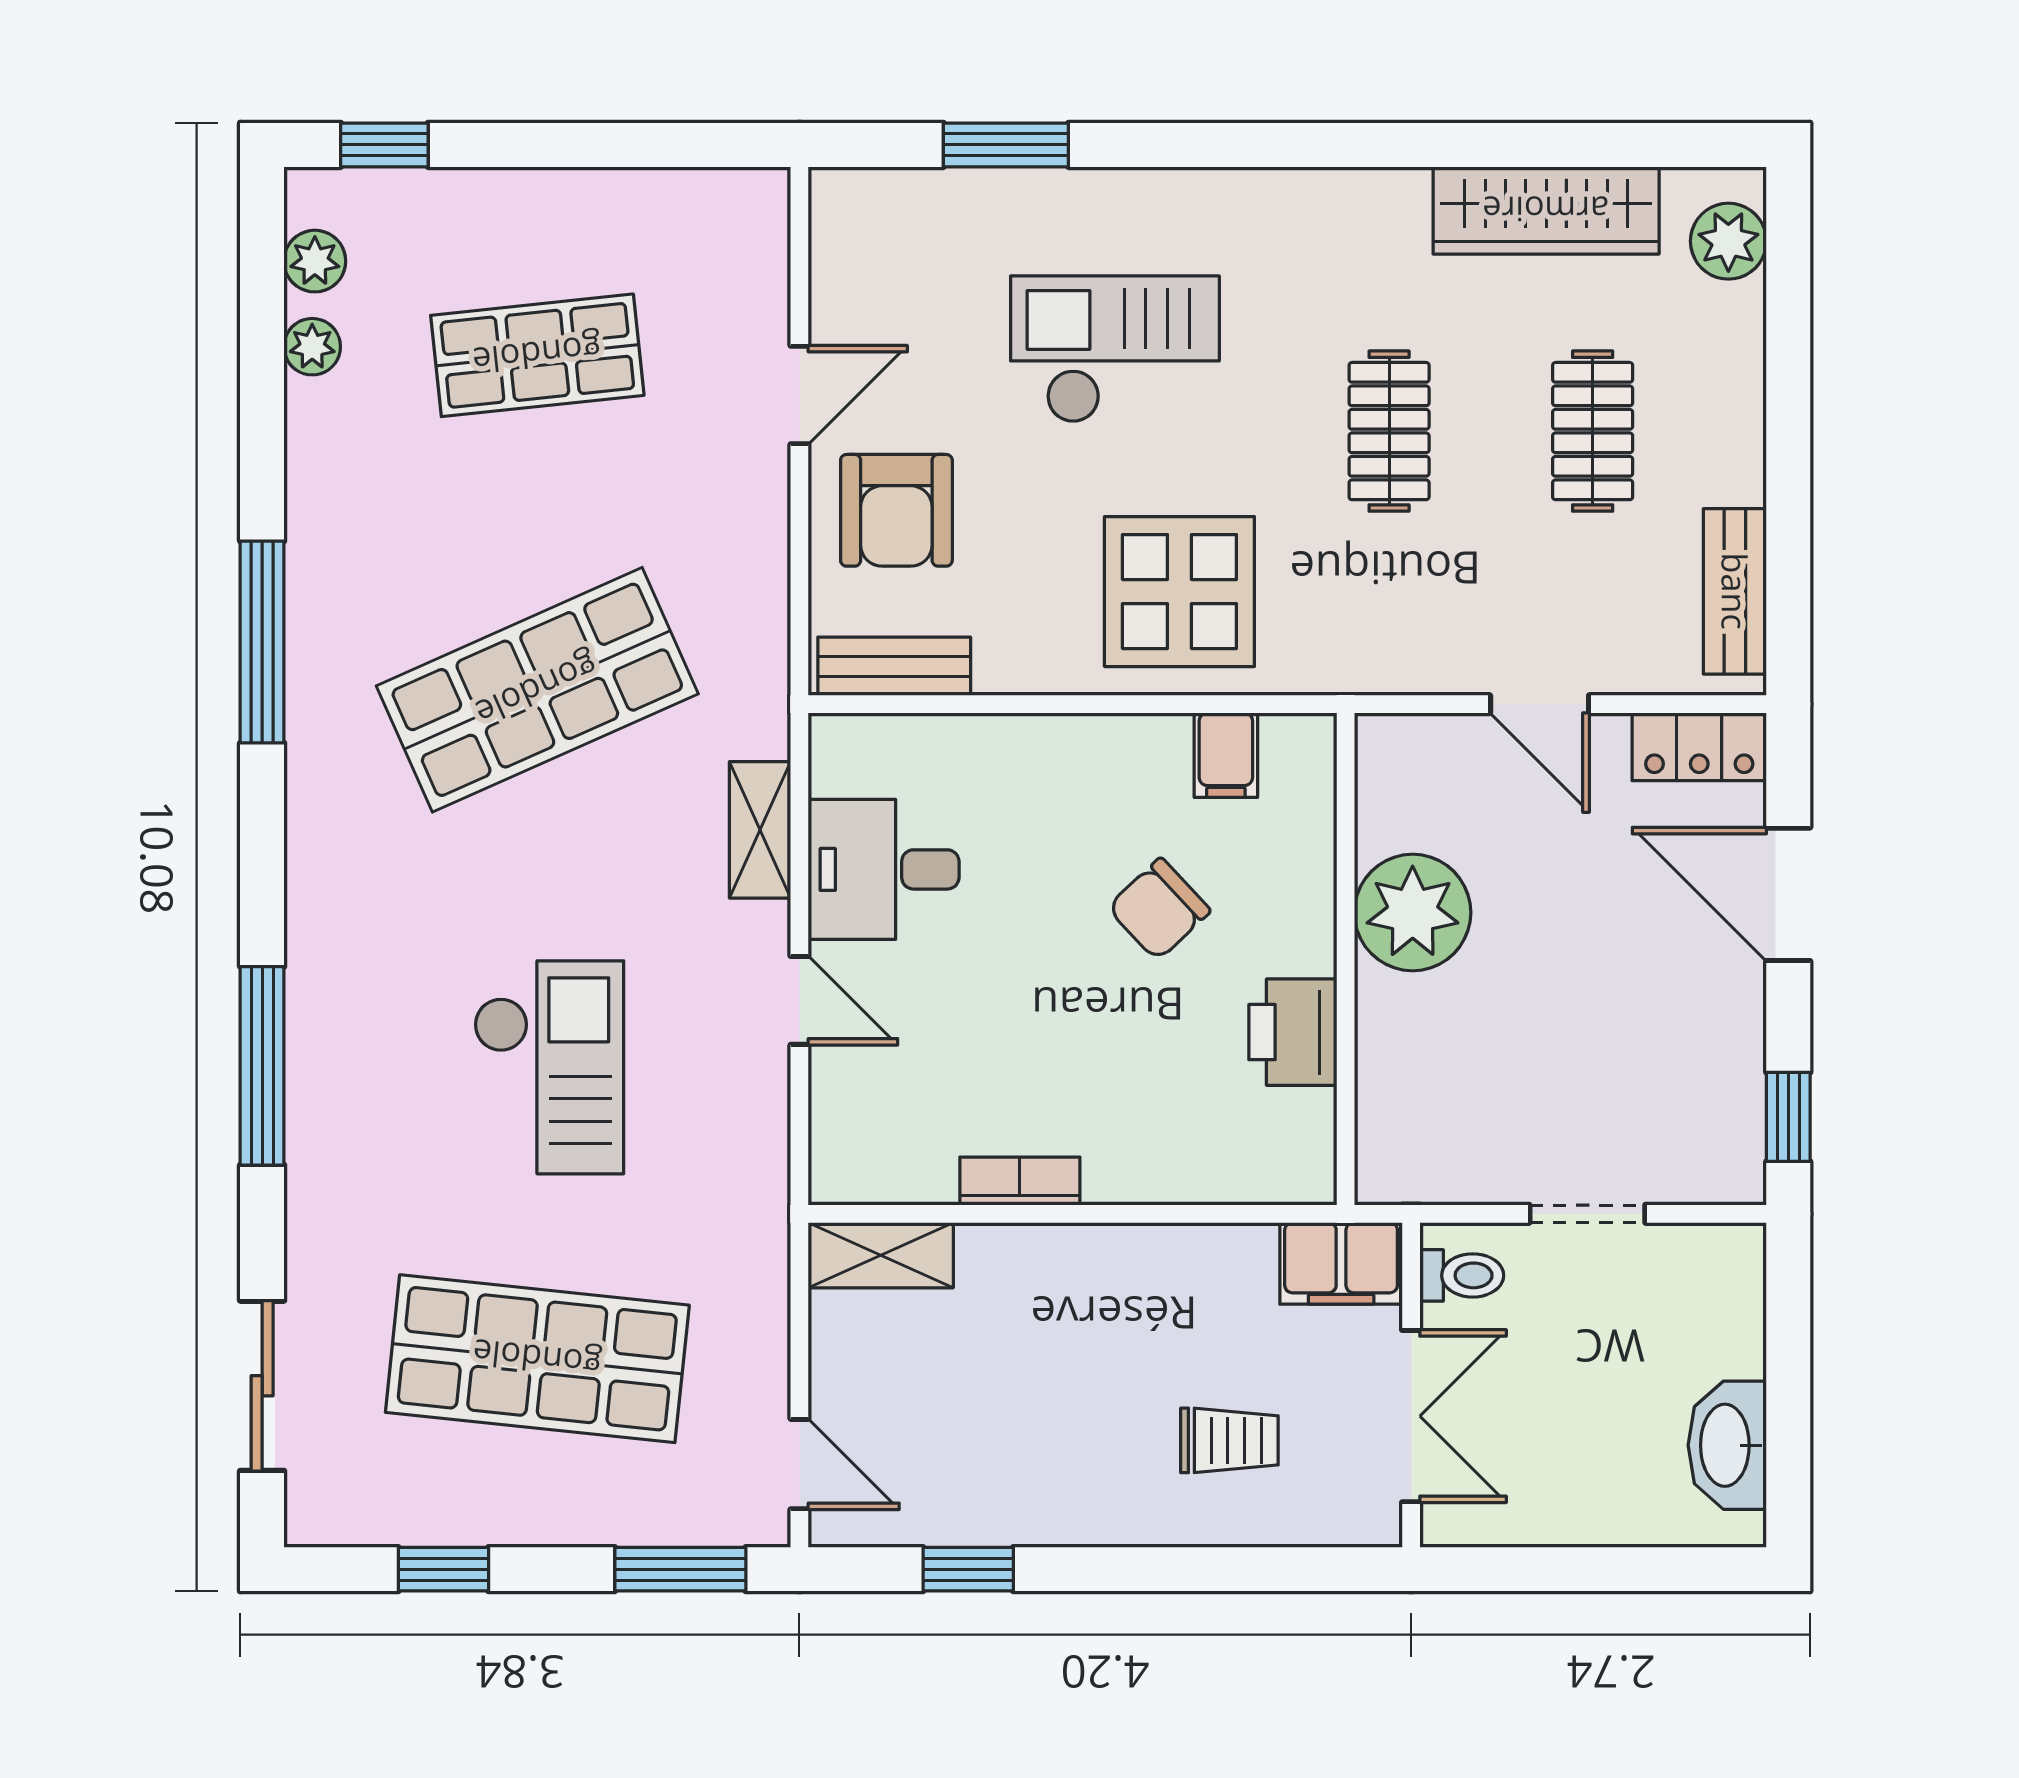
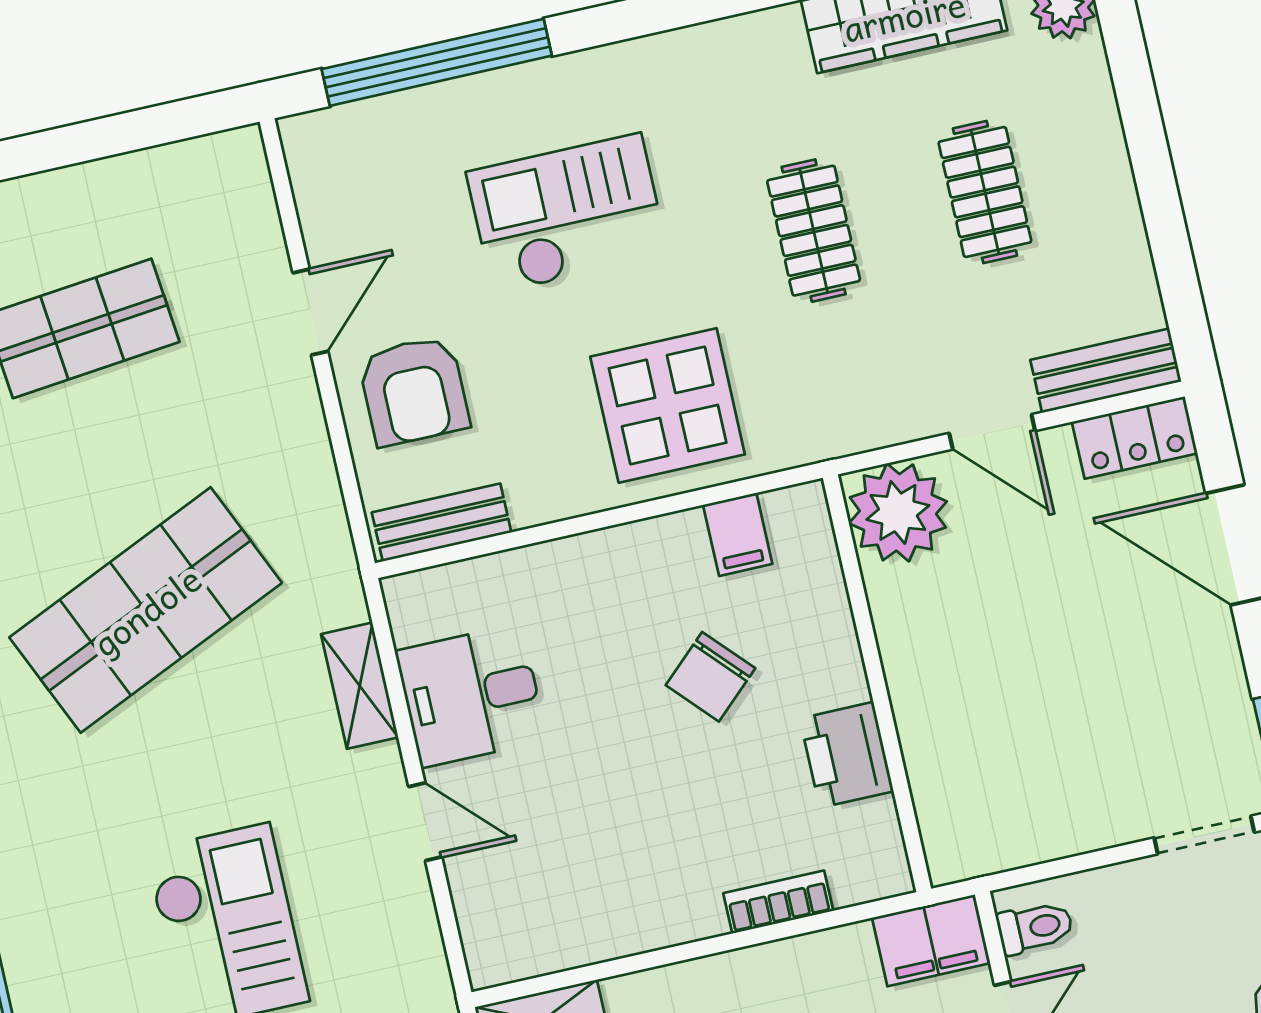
window: (1006, 145) -> (437, 62), width x2.11
bench: (1735, 591) -> (1106, 371), moved, turned 90
plant: (1413, 913) -> (898, 512), moved
bookcase: (1020, 1181) -> (778, 902), moved
doorway: (1587, 1214) -> (1204, 835), moved

